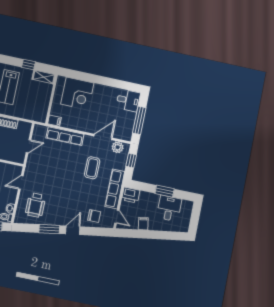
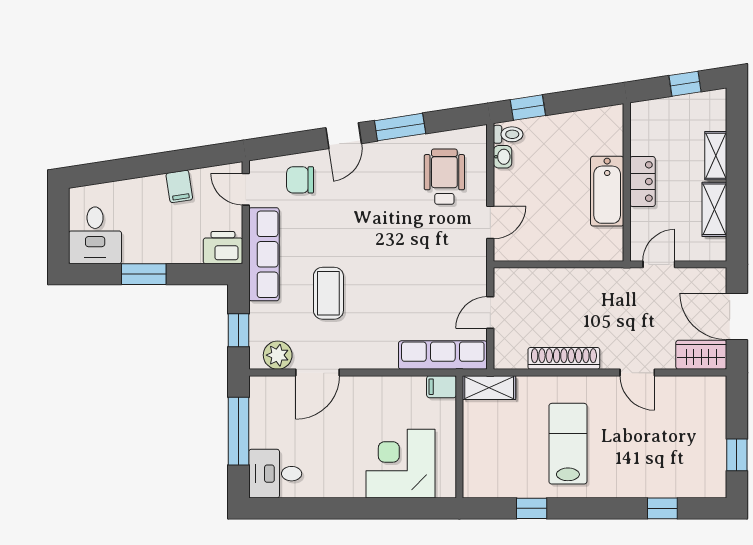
shelving: (44, 77) -> (489, 388), moved
row of seats: (65, 136) -> (443, 355), moved
desk: (169, 208) -> (95, 235), moved

